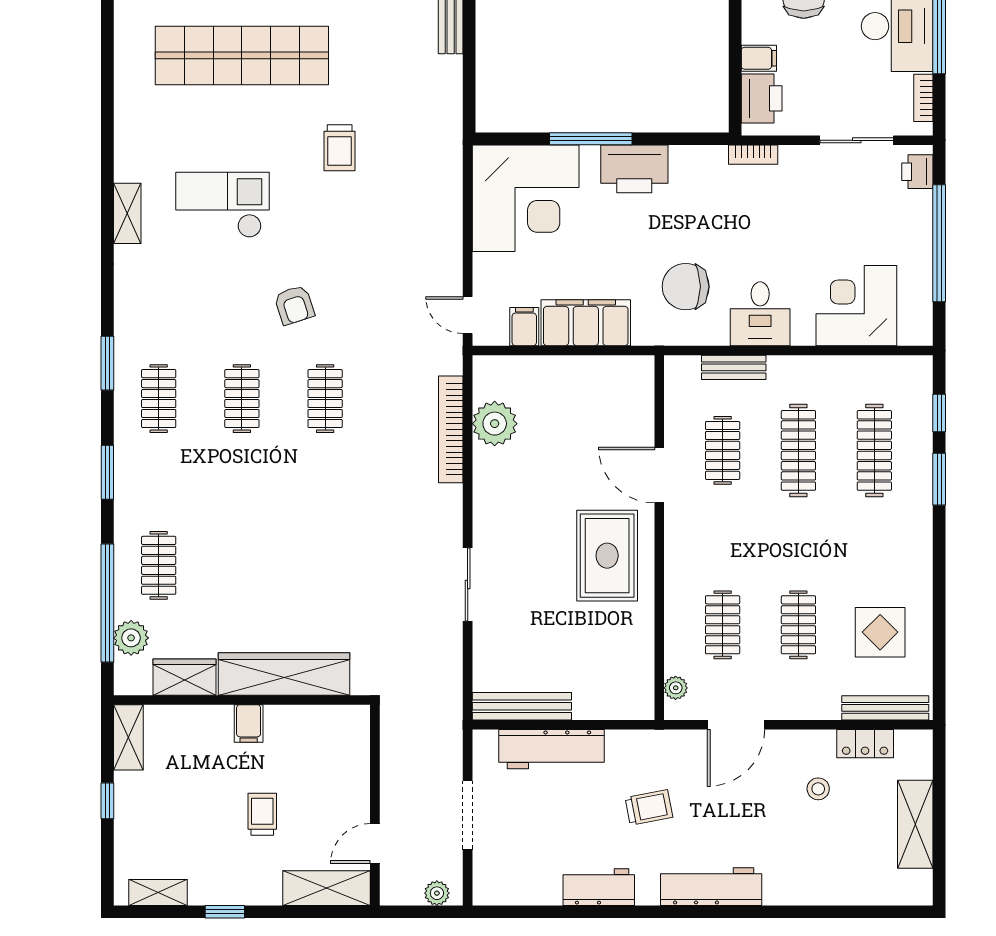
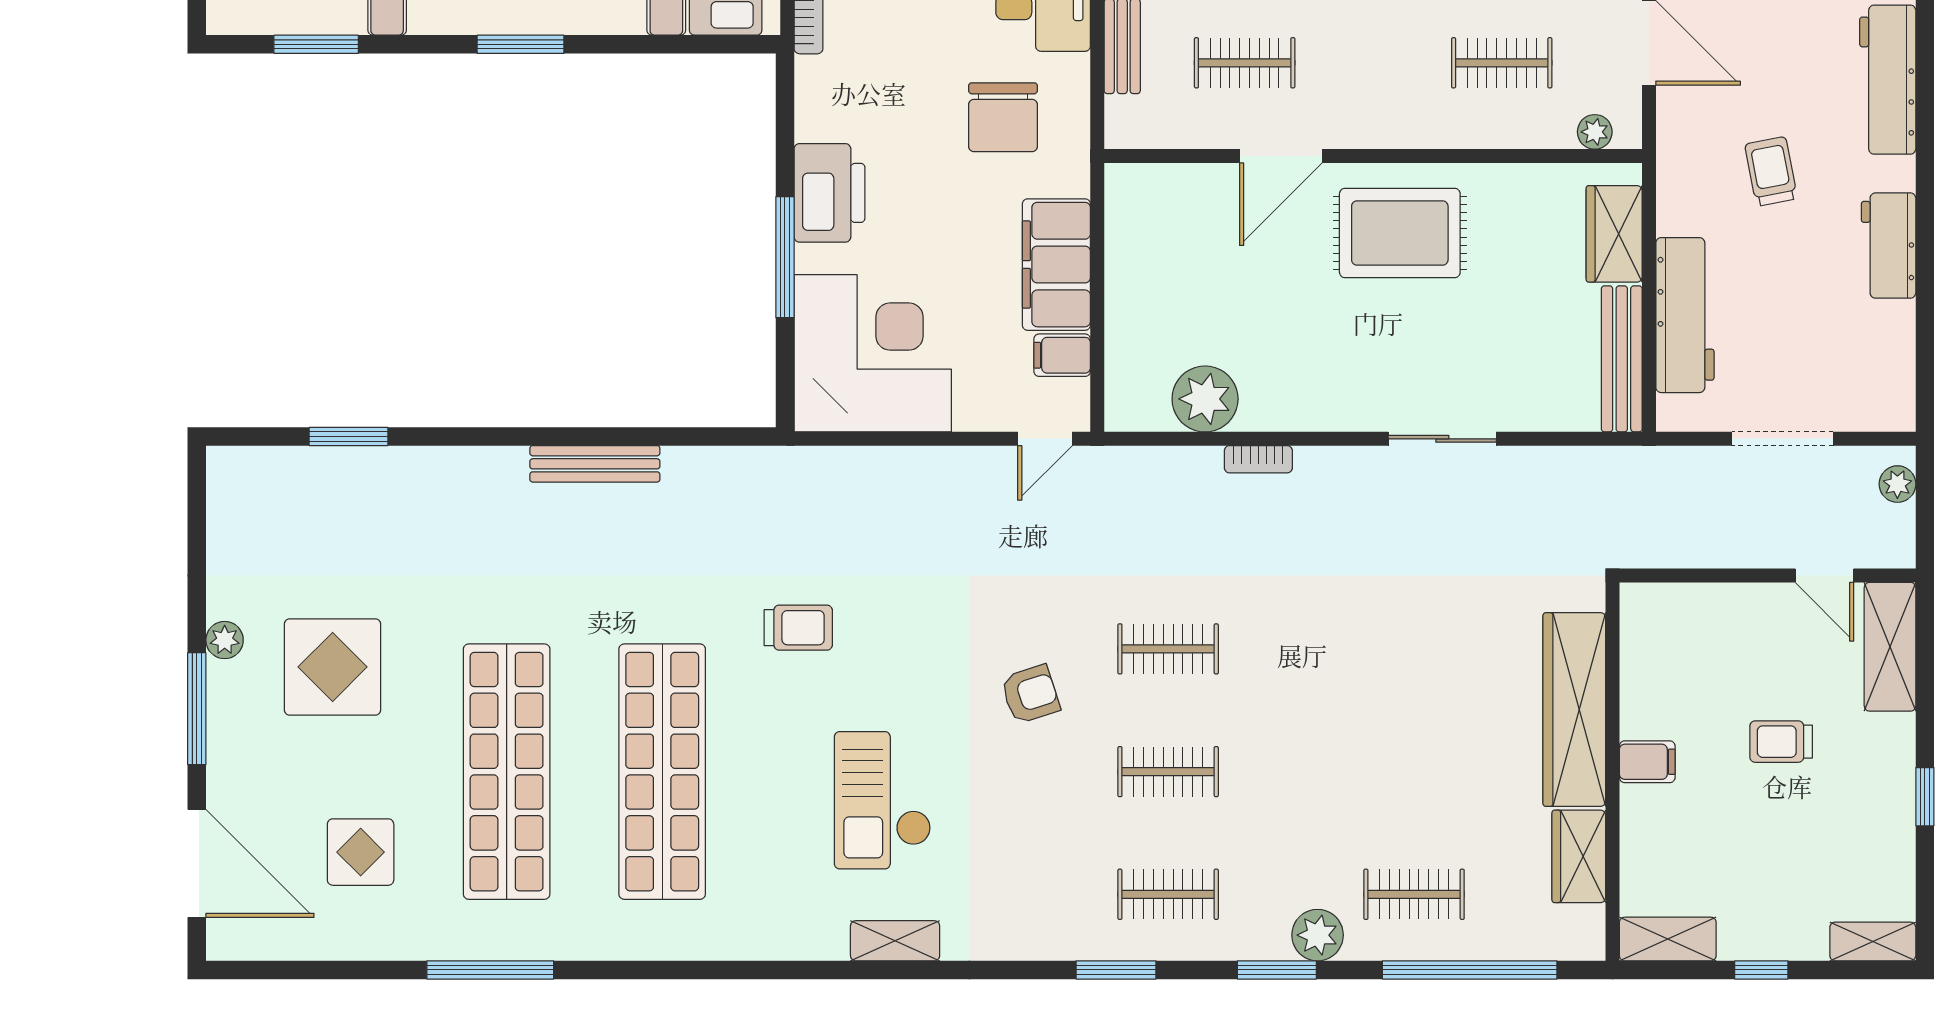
bookcase: (451, 429) -> (1258, 459), width x0.43, depth x0.76
plant: (131, 638) -> (1318, 935), moved
wardrobe: (607, 701) -> (1614, 234), added
shelving: (158, 892) -> (1873, 941), moved, turned 90

